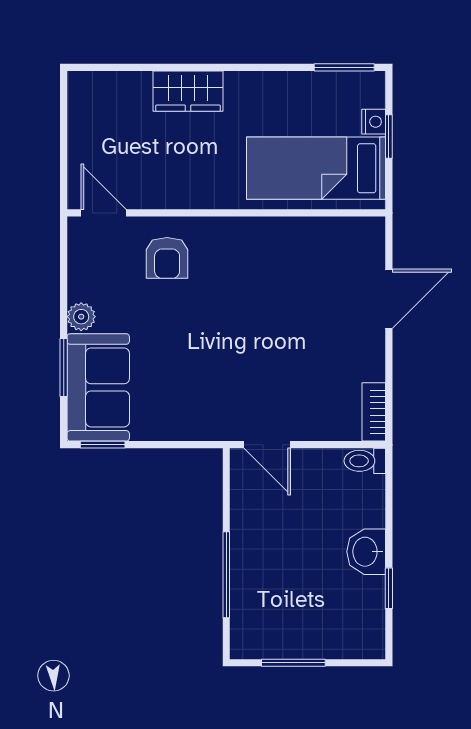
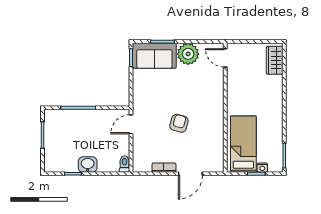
wardrobe: (188, 91) -> (275, 60), moved
door: (103, 213) -> (225, 58), swing flipped
armchair: (167, 258) -> (179, 123), moved, turned 105
door: (389, 299) -> (190, 174), hinge flipped
plant: (81, 317) -> (188, 54), width x1.88, depth x1.88
bookcase: (374, 412) -> (164, 168), moved

